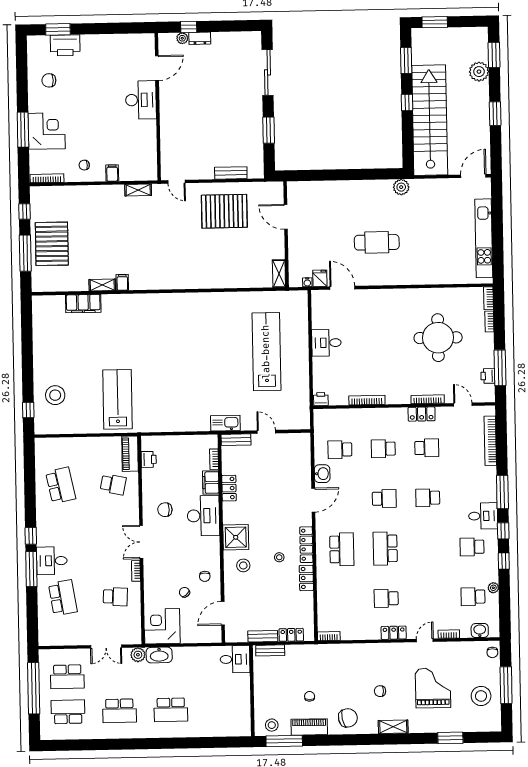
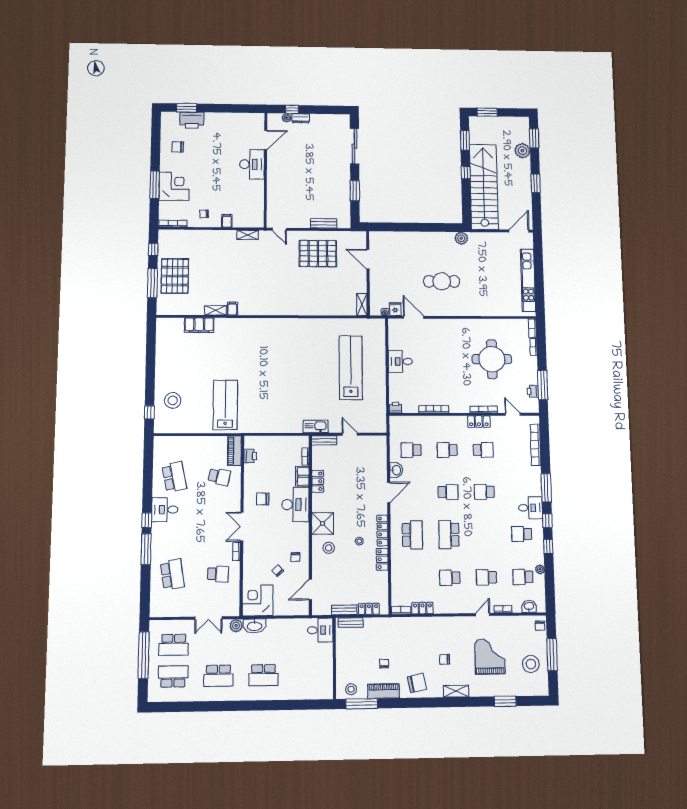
desk: (52, 561) -> (165, 510), moved
school desk: (430, 598) -> (486, 577), added
locker: (394, 633) -> (423, 608), moved

